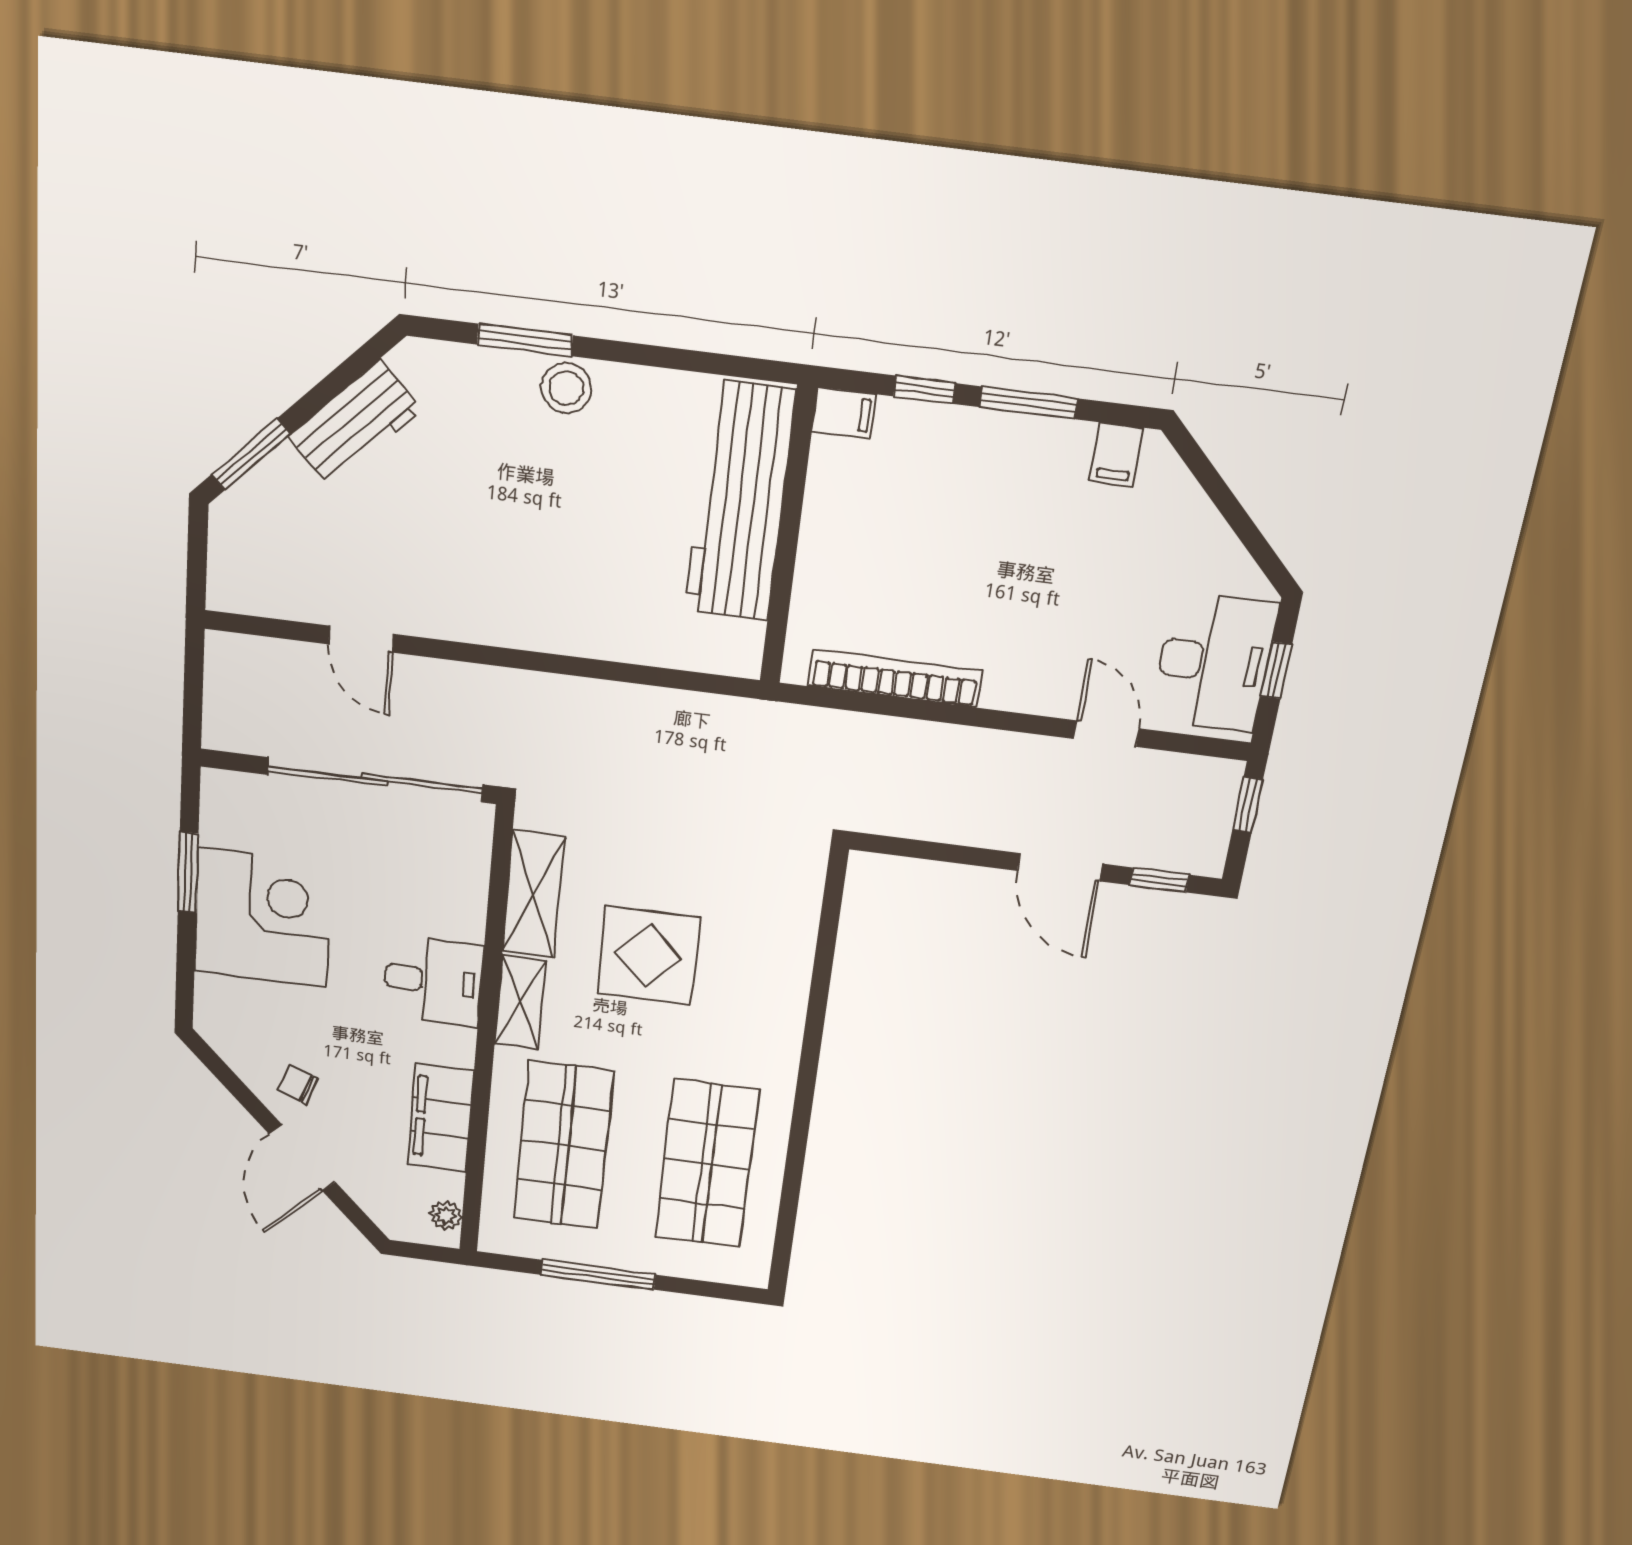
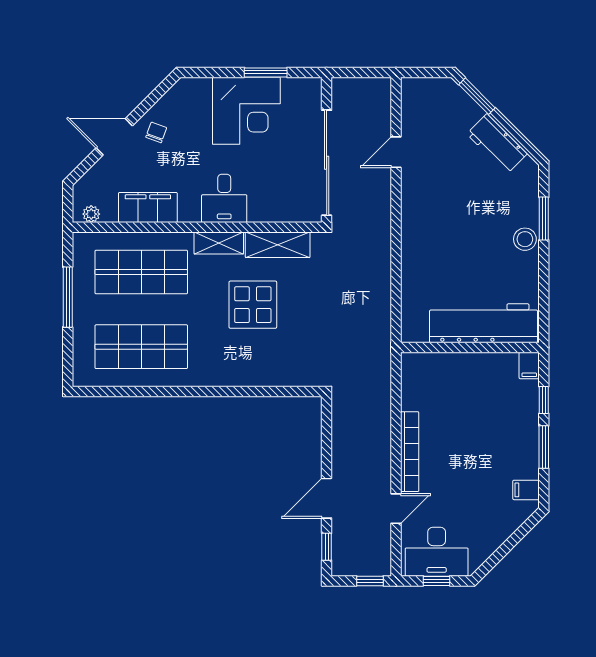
bookcase: (895, 678) -> (410, 452), moved

